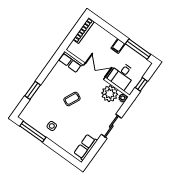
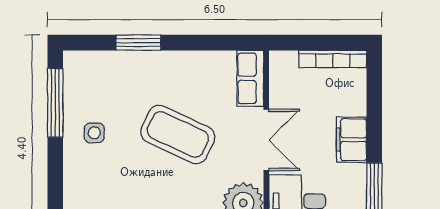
filing cabinet: (118, 46) -> (351, 140), width x2.00
coffee table: (72, 99) -> (178, 134), width x1.86, depth x1.72

